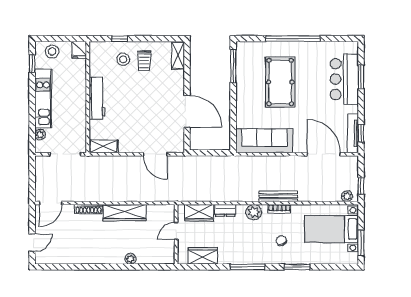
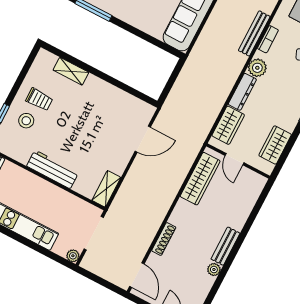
shelving: (178, 55) -> (71, 71), moved
door: (187, 111) -> (115, 82), removed
plant: (40, 135) -> (73, 256), moved
dresser: (225, 210) -> (242, 92), width x1.44
wardrobe: (125, 213) -> (200, 179), moved
bench: (107, 258) -> (226, 246), added
plant: (130, 259) -> (214, 270), moved

